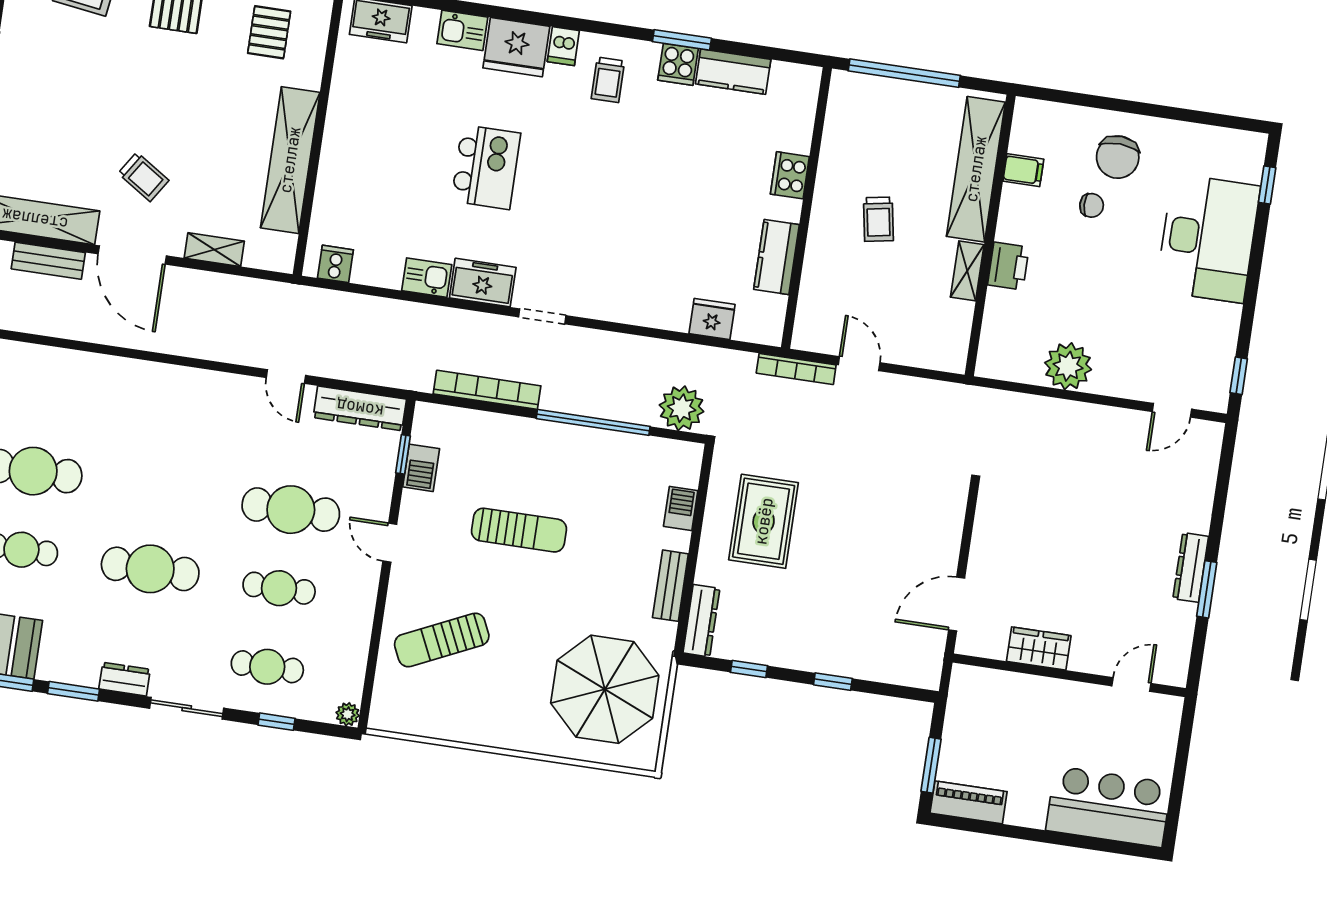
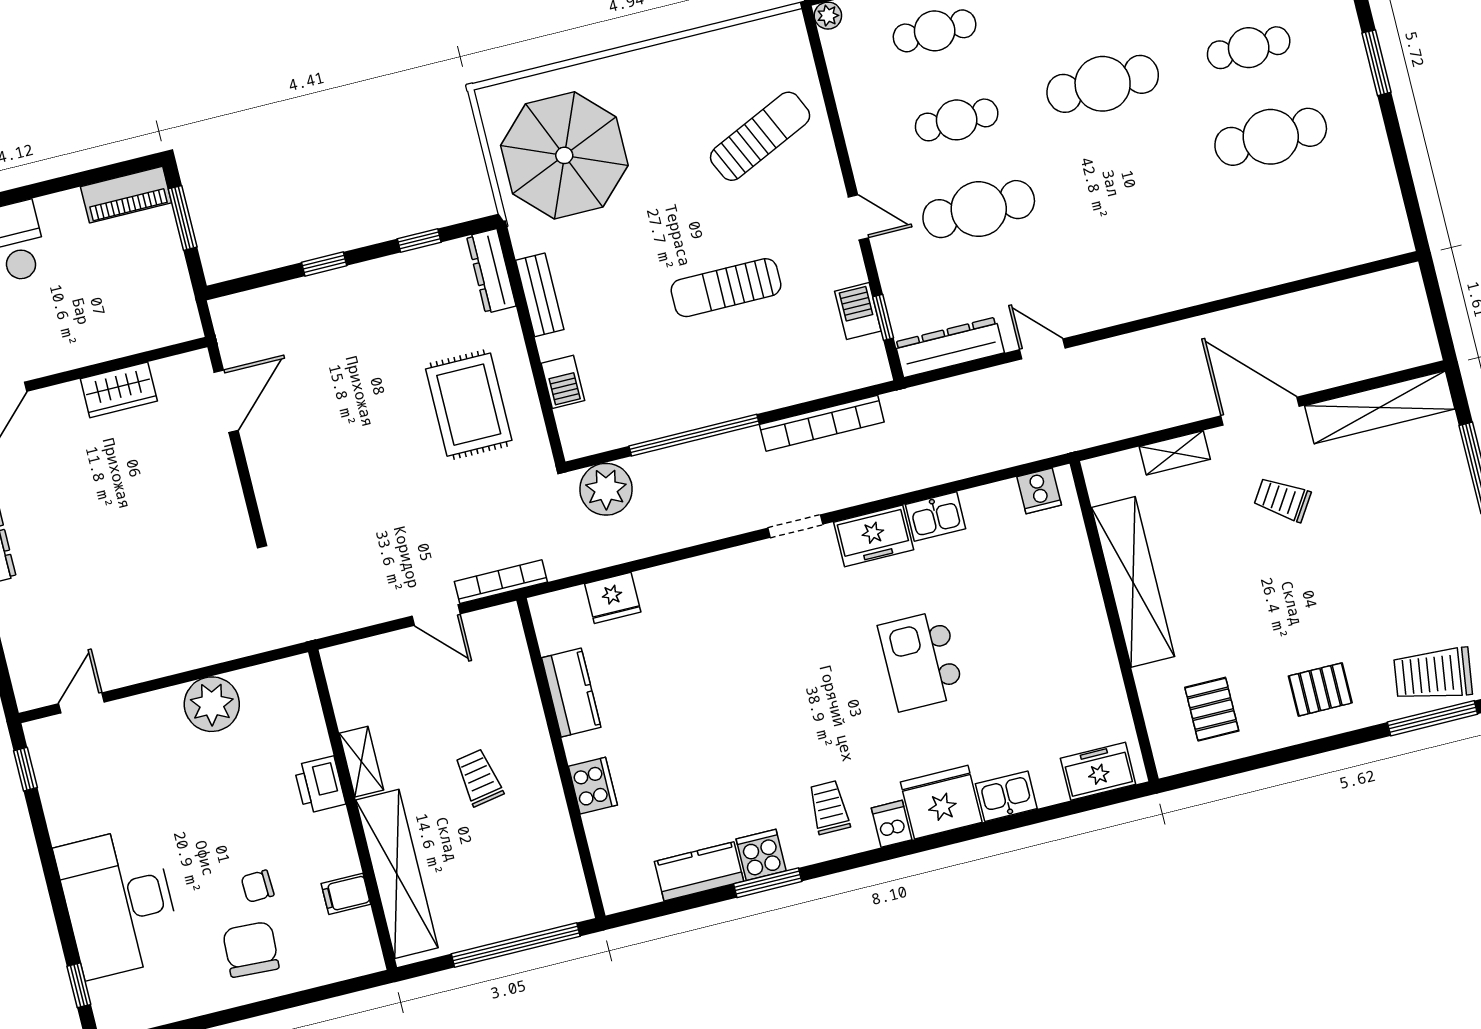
bench: (48, 261) -> (1347, 368), removed

